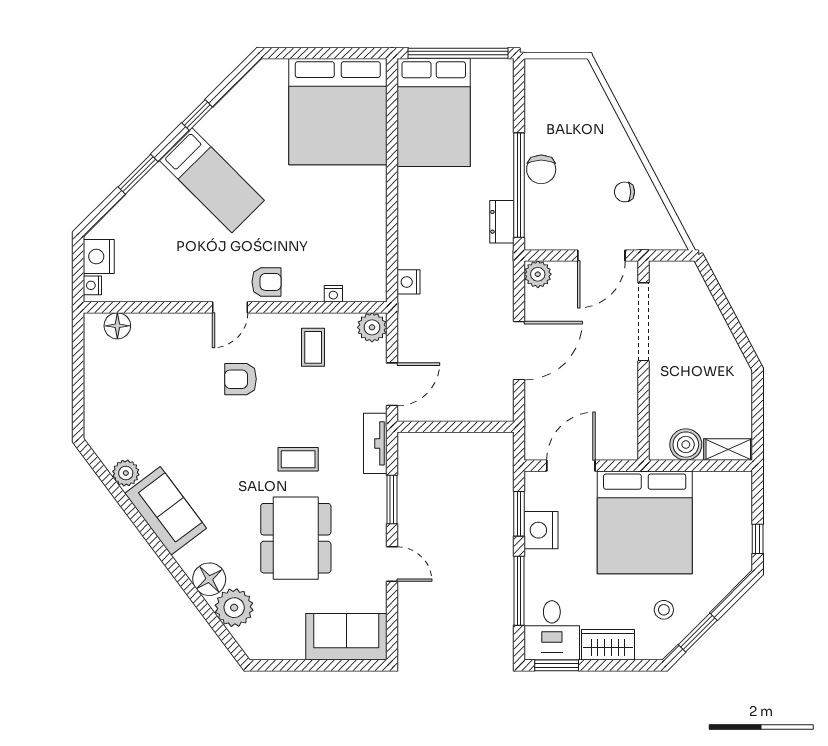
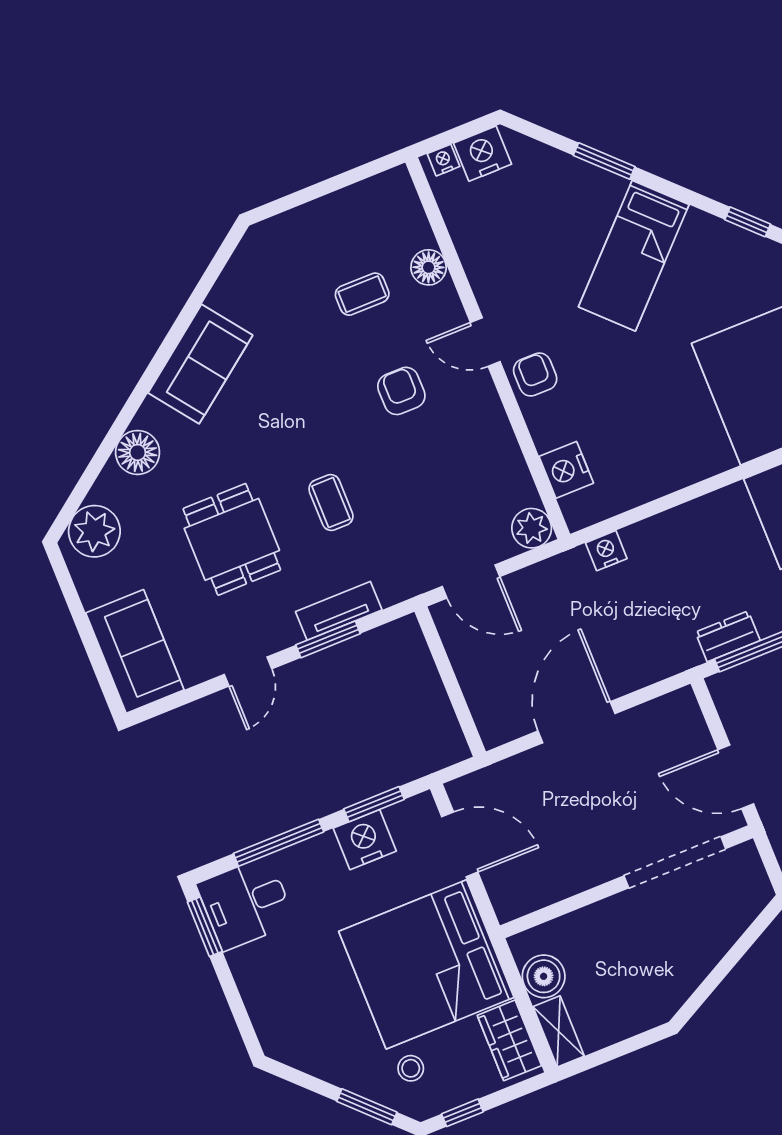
window: (197, 115) -> (748, 222), moved
plant: (538, 274) -> (681, 707), removed
armchair: (267, 282) -> (535, 375), turned 180
nightstand: (333, 294) -> (566, 470), width x1.89, depth x1.79
floor lamp: (117, 326) -> (429, 267), moved
coffee table: (313, 347) -> (362, 294), moved
door: (519, 351) -> (576, 722), swing flipped
tv unit: (375, 443) -> (339, 611), moved
plant: (126, 473) -> (227, 296), removed
dining table: (296, 538) -> (232, 539), width x0.73
plant: (234, 608) -> (94, 531), moved
stool: (664, 610) -> (411, 1068), moved
window: (698, 632) -> (367, 1107), moved
wardrobe: (608, 645) -> (509, 1040), moved, turned 180

